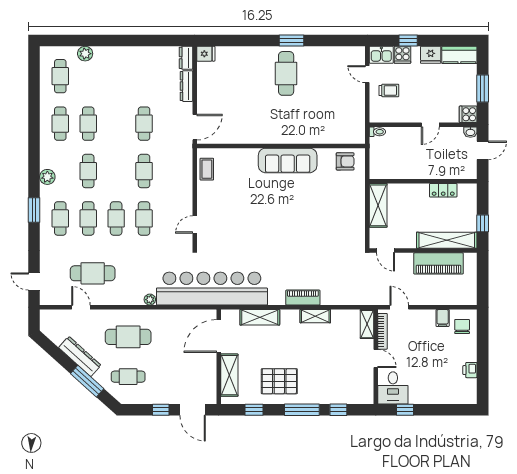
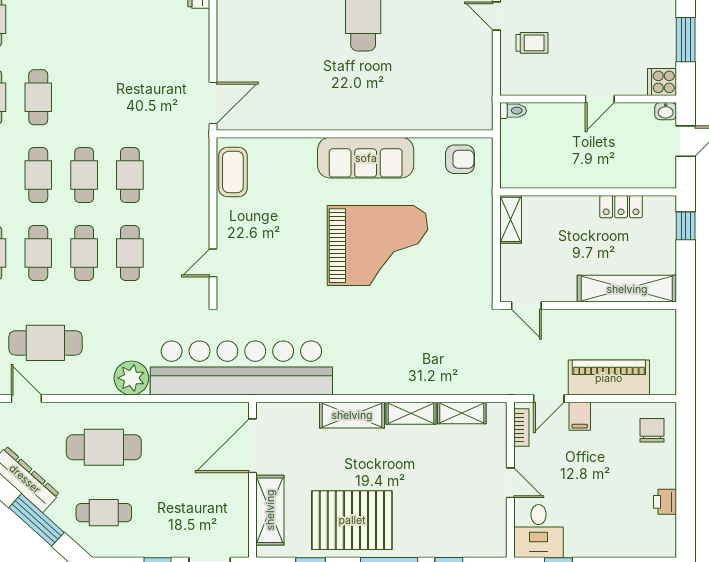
dresser: (186, 86) -> (200, 36), removed
cafe table: (144, 124) -> (84, 175), moved
coffee table: (207, 169) -> (233, 172), width x1.36, depth x1.30
shelving: (378, 205) -> (511, 219), width x0.67, depth x0.75
grand piano: (295, 214) -> (378, 246), added
window: (483, 223) -> (686, 226), moved
piano: (438, 263) -> (609, 378), moved, turned 180
piano: (303, 298) -> (391, 383), removed
plant: (150, 300) -> (131, 378), width x1.87, depth x1.87
door: (399, 307) -> (549, 399), swing flipped
shelving: (260, 317) -> (352, 415), moved
filing cabinet: (443, 318) -> (580, 416), moved
shelving: (367, 324) -> (462, 413), moved, turned 90
bookcase: (383, 331) -> (521, 428), width x0.64
pallet: (279, 381) -> (352, 520), width x1.37, depth x1.41

